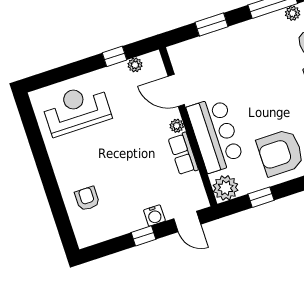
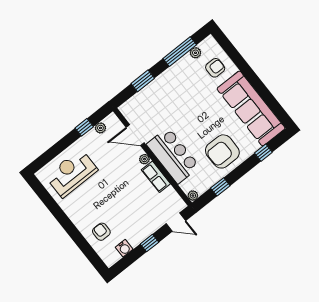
plant: (226, 188) -> (193, 196), width x0.53, depth x0.53
water cooler: (154, 215) -> (124, 248), moved

